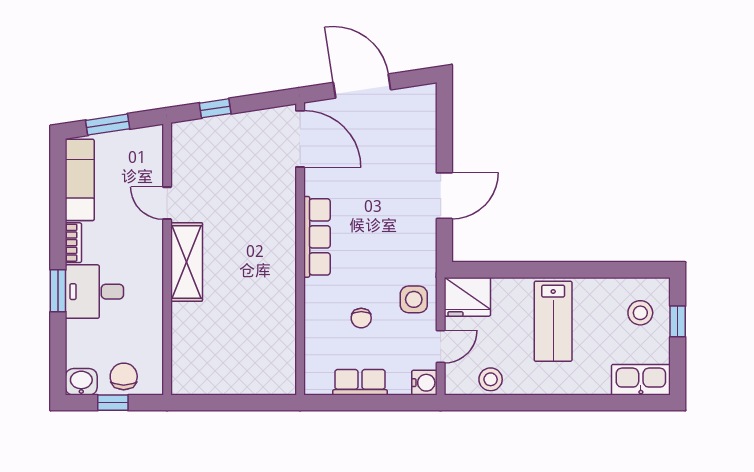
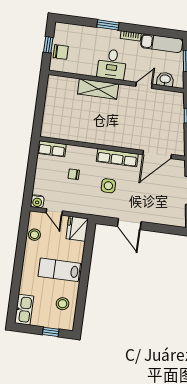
door: (300, 139) -> (157, 155), moved
shelving: (187, 262) -> (98, 89), moved
desk: (94, 292) -> (112, 64), moved, turned 180
side table: (414, 299) -> (108, 186), moved
stool: (640, 313) -> (63, 304), moved
washbasin: (81, 382) -> (165, 79), moved, turned -90
row of seats: (360, 382) -> (52, 149), moved, turned 90

